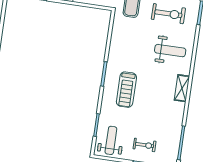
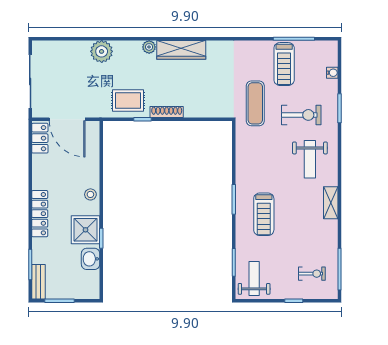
weight bench: (170, 51) -> (310, 159), turned 90
exercise bike: (145, 145) -> (312, 274), moved

